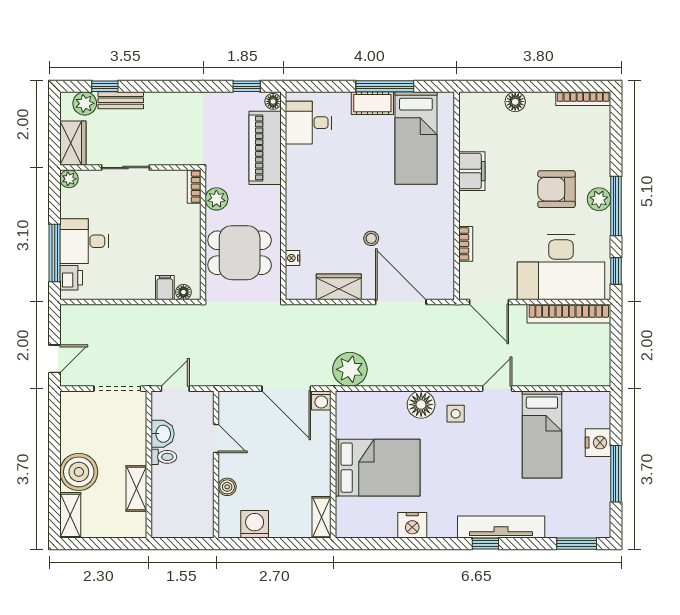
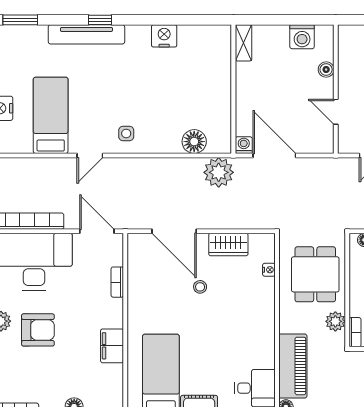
dining table: (240, 253) -> (315, 274), turned 90
floor lamp: (421, 405) -> (194, 142), moved
bed: (378, 468) -> (194, 86), removed

